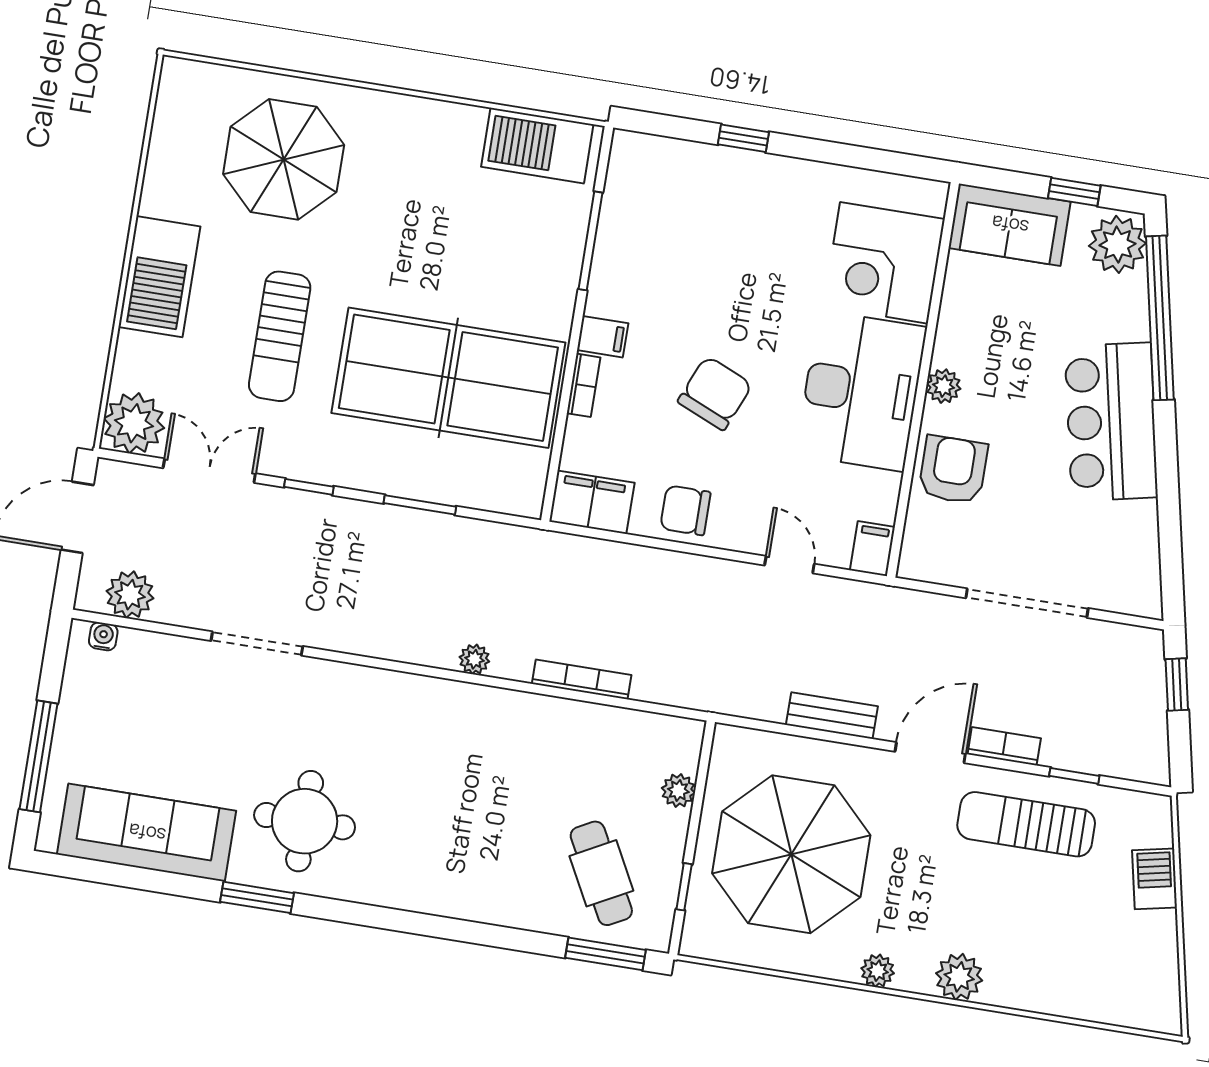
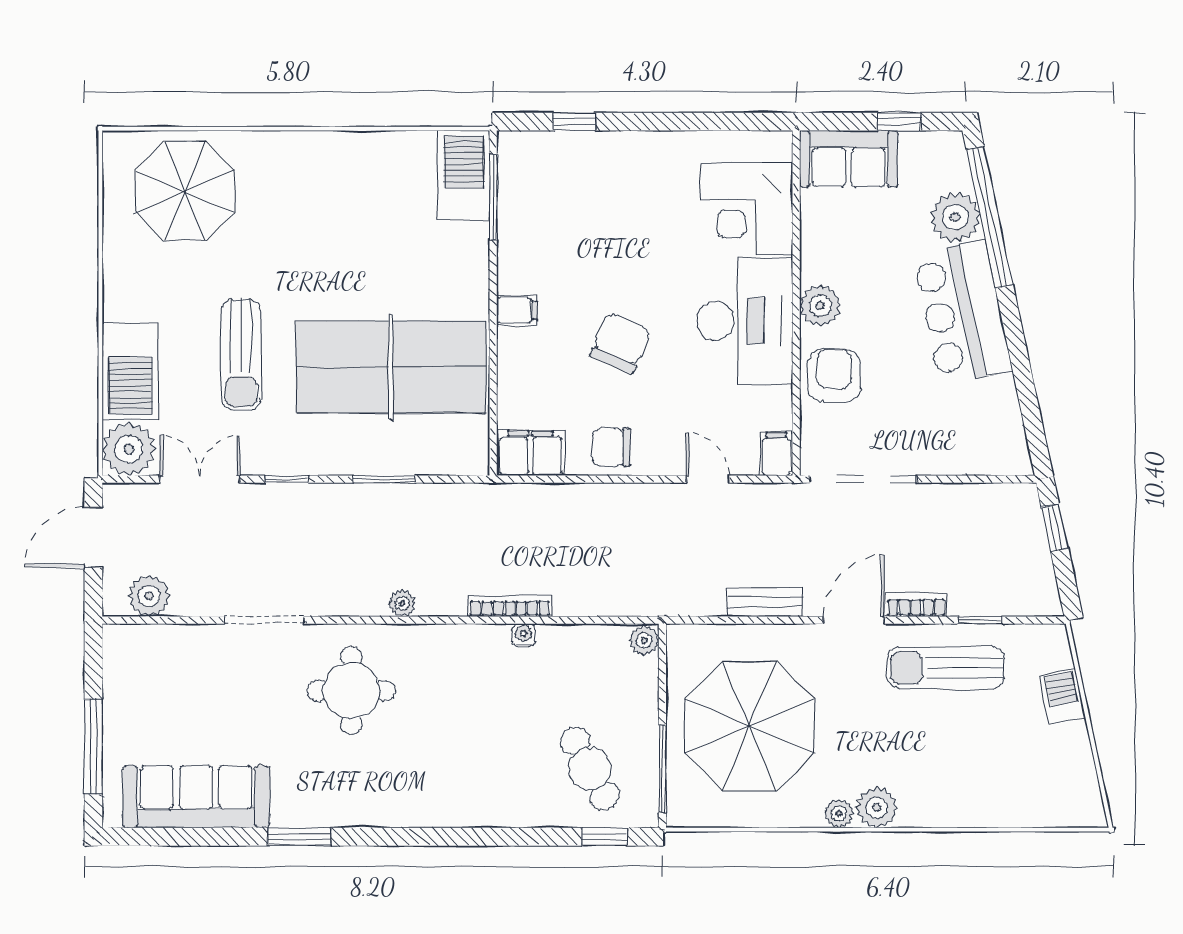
window: (743, 138) -> (574, 122), moved
barbecue: (537, 146) -> (464, 175), moved, turned 90
parasol: (284, 159) -> (185, 191), moved
window: (591, 241) -> (493, 197), moved
plant: (1117, 244) -> (955, 217), moved
barbecue: (159, 277) -> (130, 371), moved
bookcase: (584, 385) -> (507, 355), removed
plant: (944, 386) -> (820, 305), width x1.38, depth x1.38
doorway: (1027, 603) -> (863, 479), moved
water cooler: (103, 636) -> (523, 635), moved
plant: (474, 659) -> (402, 603), moved
bookcase: (582, 679) -> (510, 606), moved
plant: (678, 790) -> (644, 641), moved
round table: (305, 821) -> (351, 691), moved
window: (684, 887) -> (662, 769), width x2.17
window: (606, 954) -> (605, 837), width x0.67
plant: (959, 977) -> (877, 808), moved

